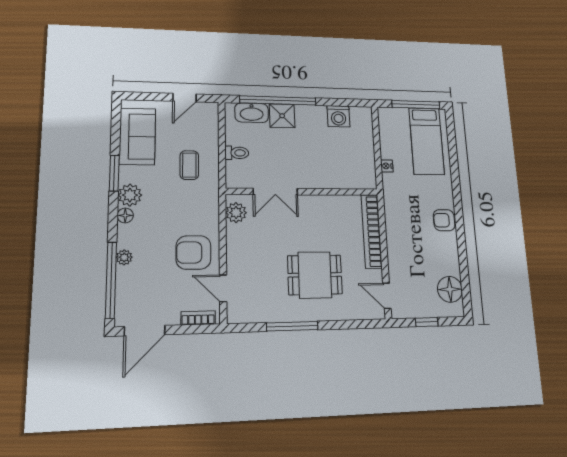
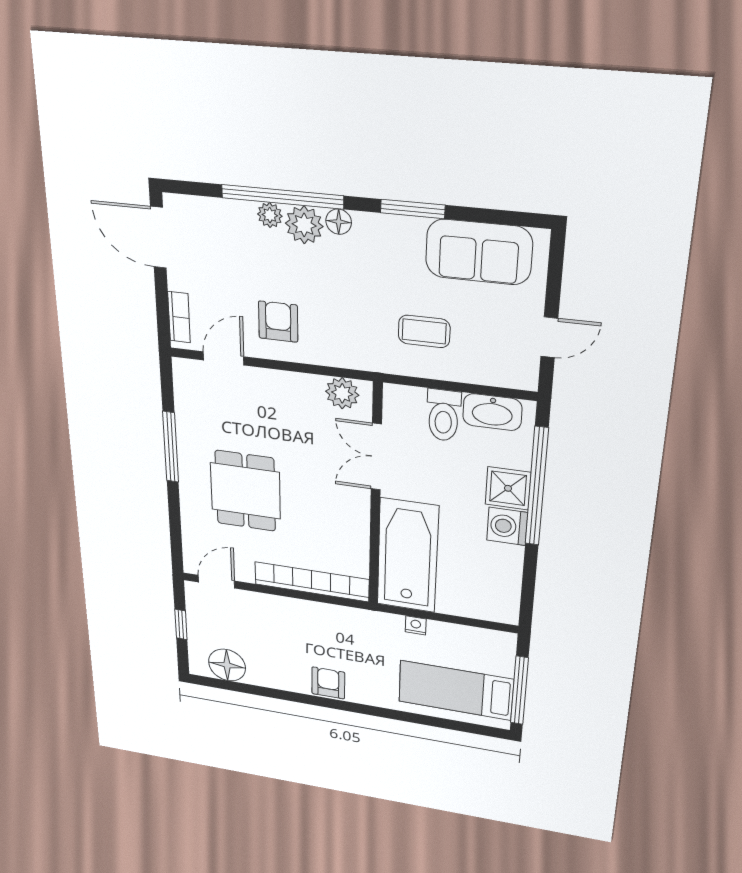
door: (185, 98) -> (549, 337), swing flipped
washbasin: (252, 113) -> (492, 412), moved, turned -90
washing machine: (338, 116) -> (507, 526), moved
toilet: (237, 153) -> (444, 415), width x1.37, depth x1.39
bathtub: (339, 172) -> (408, 556), added
plant: (130, 195) -> (304, 225), moved
armchair: (193, 252) -> (278, 322), width x0.72, depth x0.72
window: (111, 280) -> (282, 197), moved

